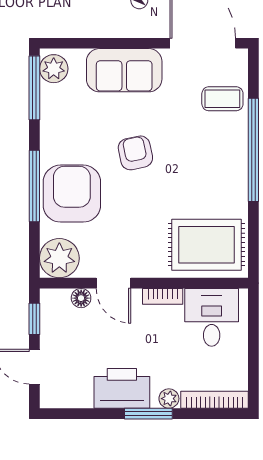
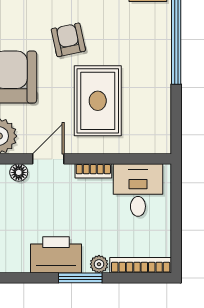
rug: (206, 245) -> (98, 101), moved, turned 90
door: (113, 283) -> (48, 159), swing flipped

